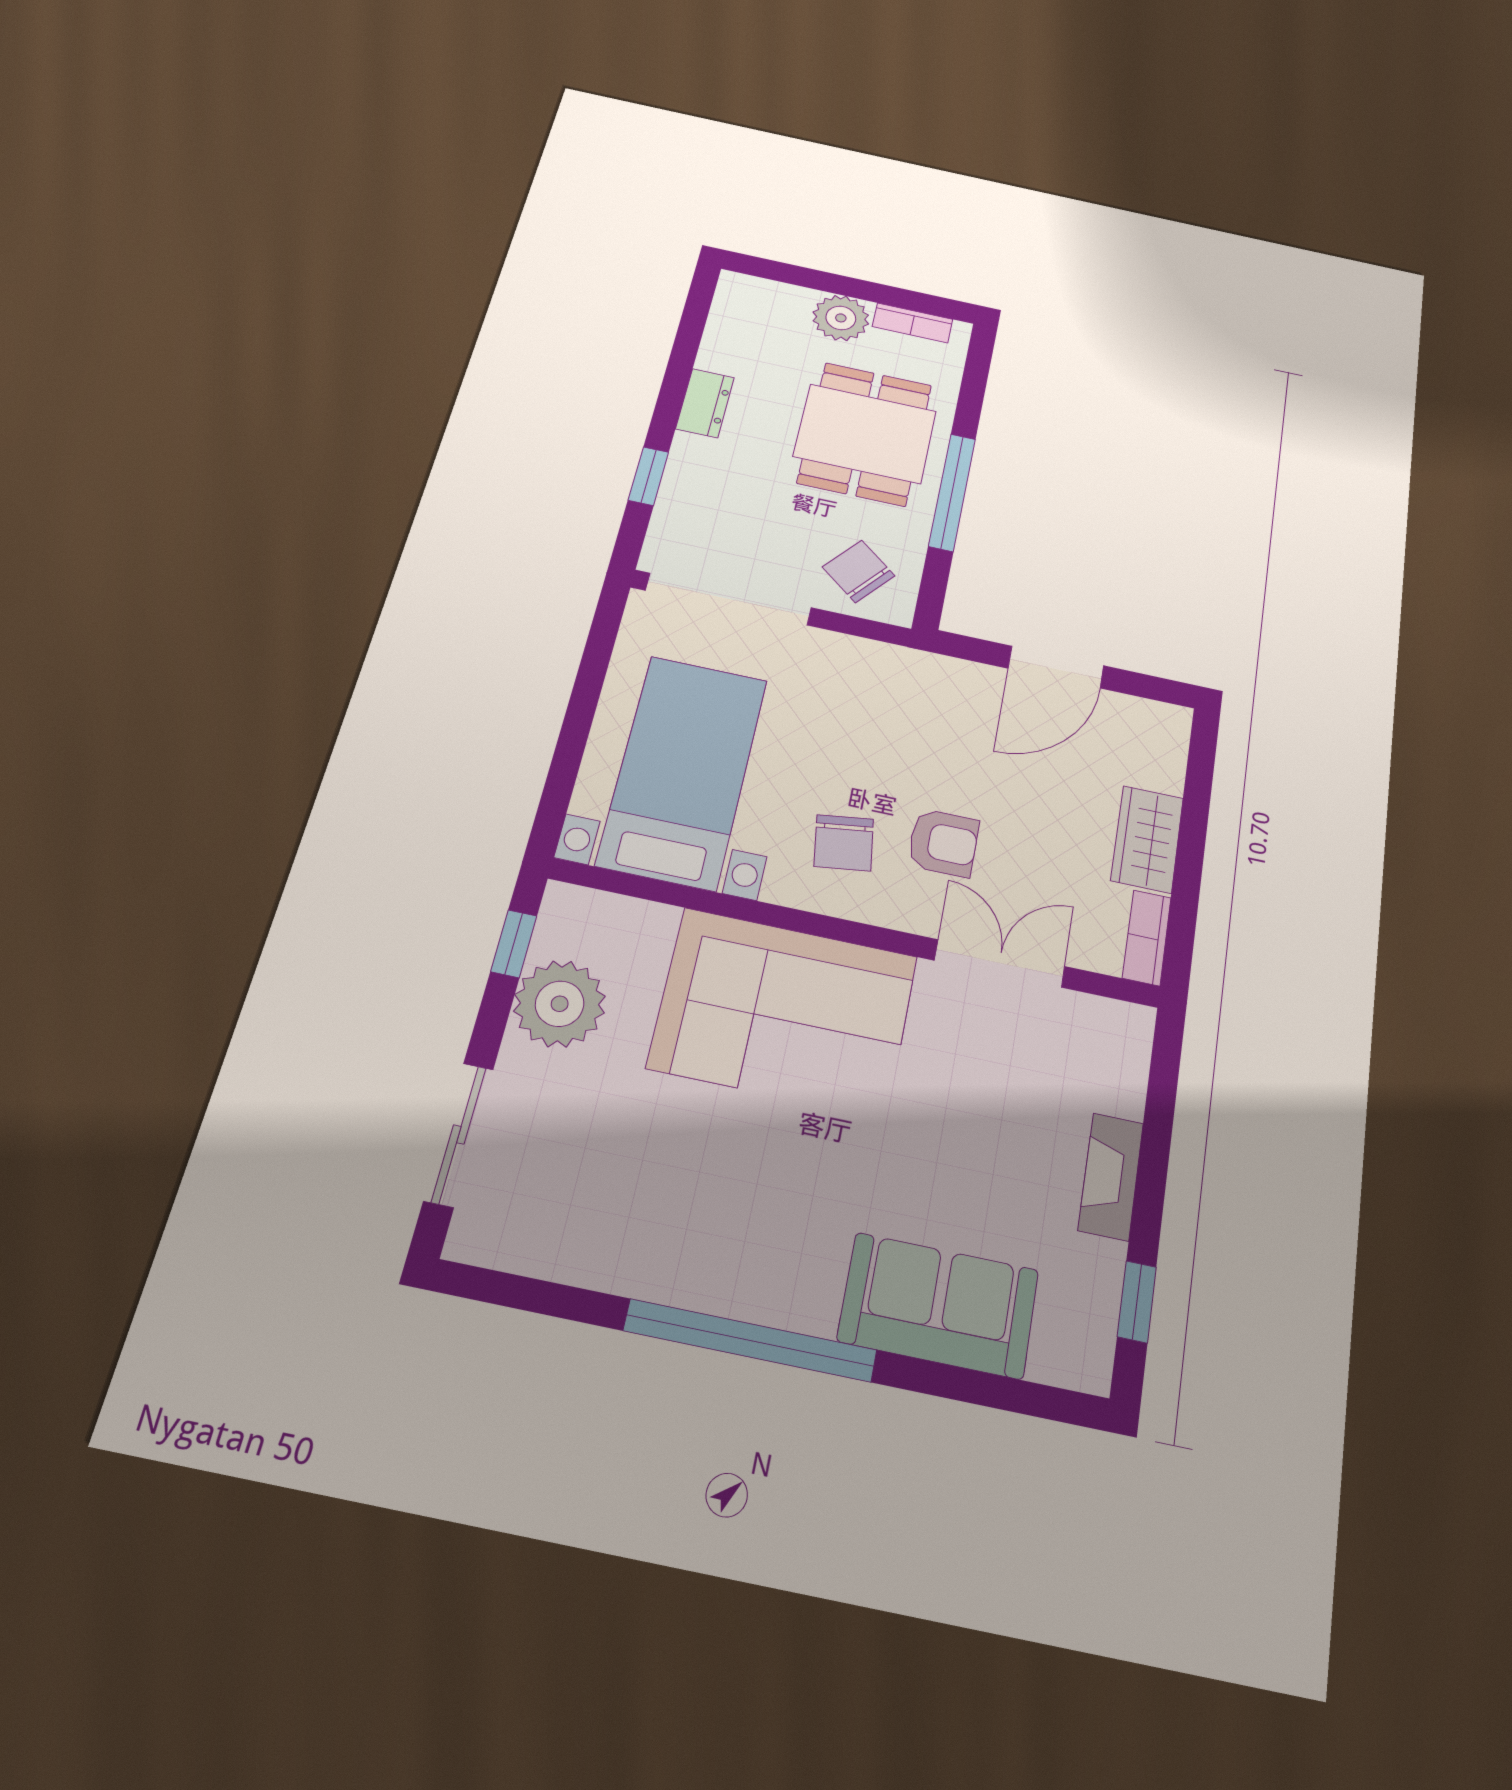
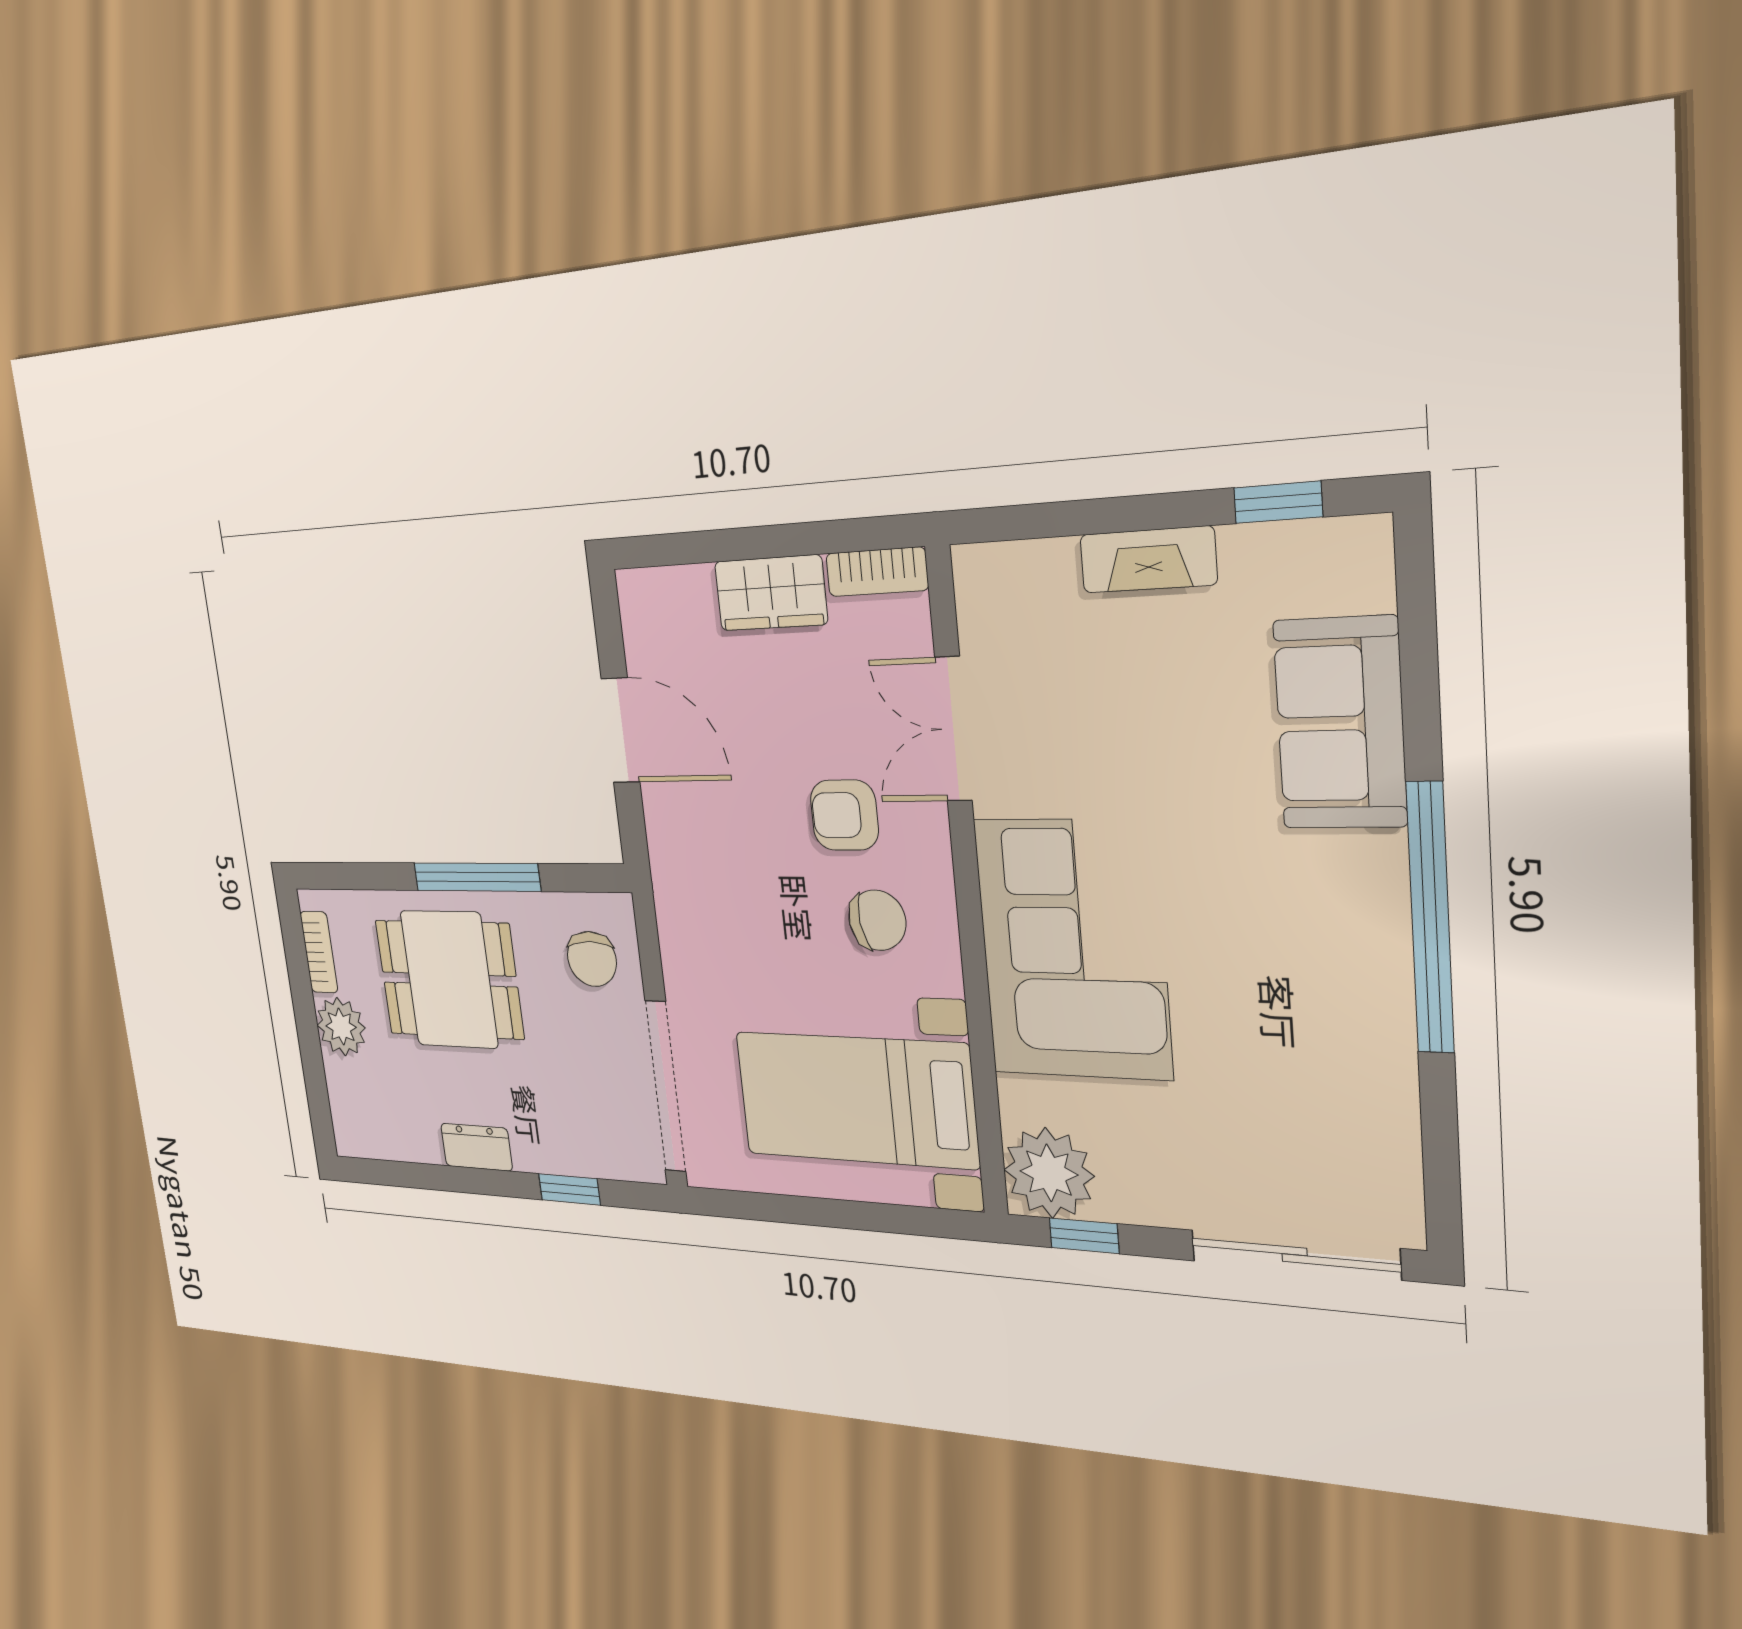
chair: (859, 571) -> (592, 959), turned -39
armchair: (943, 843) -> (844, 815), turned -90
plant: (560, 1004) -> (1049, 1173), moved
sliding door: (459, 1135) -> (1295, 1255), width x1.37

